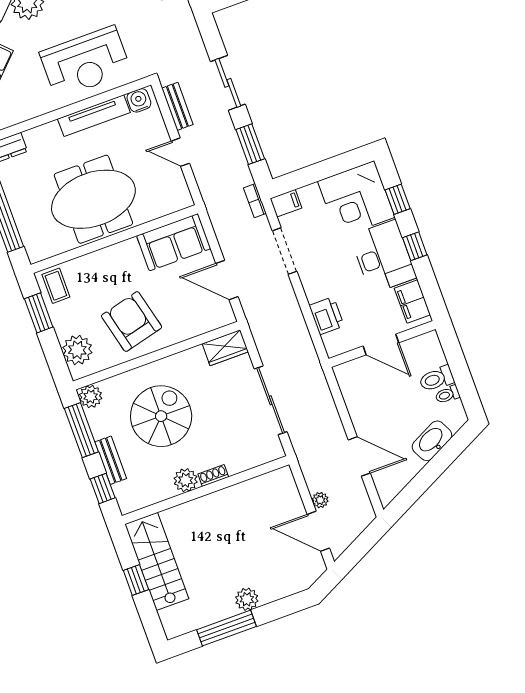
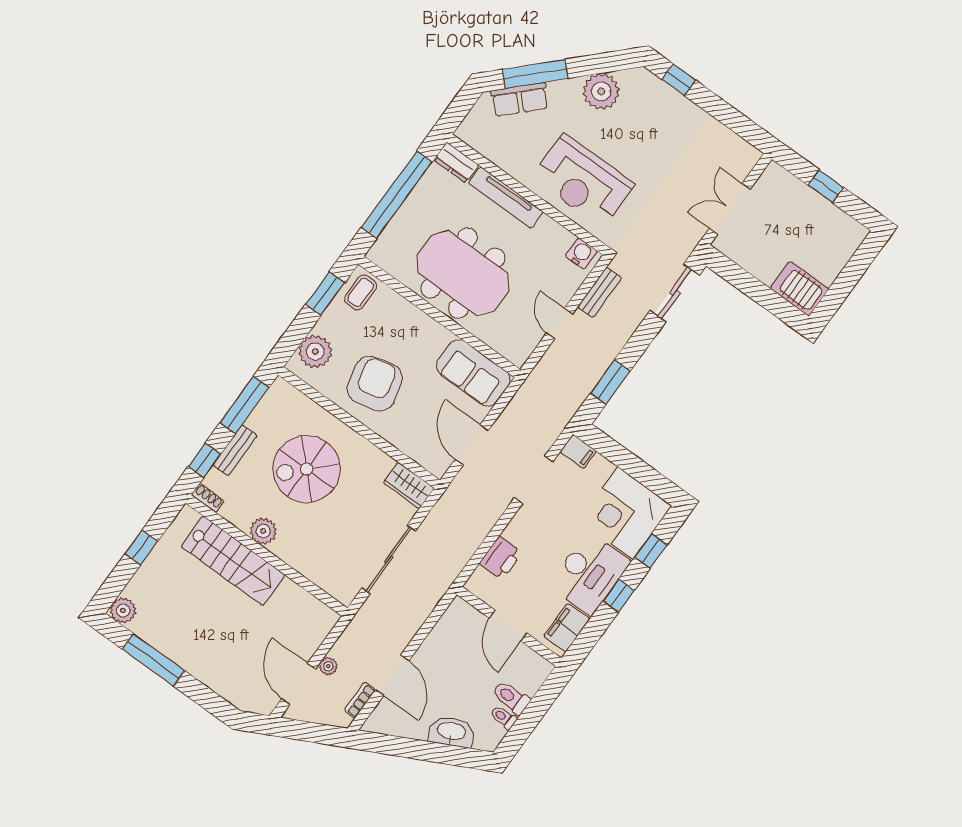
sliding door: (228, 83) -> (675, 293), moved
tv unit: (94, 116) -> (506, 198), moved
bookcase: (255, 201) -> (360, 700), moved
plant: (91, 397) -> (281, 393), removed
spiral stairs: (161, 416) -> (307, 469), turned 180
shoe rack: (213, 476) -> (208, 498), moved
stairs: (157, 561) -> (233, 561), moved, turned 90
plant: (247, 599) -> (123, 610), moved

